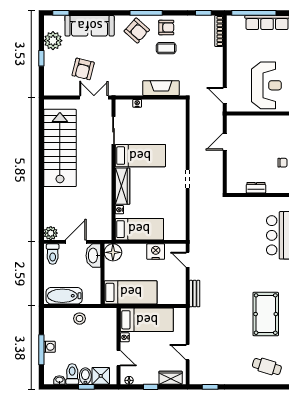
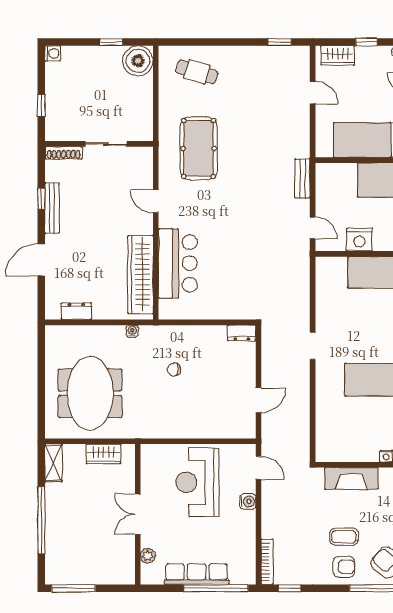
armchair: (166, 27) -> (344, 567), turned 180
water cooler: (232, 72) -> (248, 501), added
dresser: (256, 188) -> (242, 333), moved

